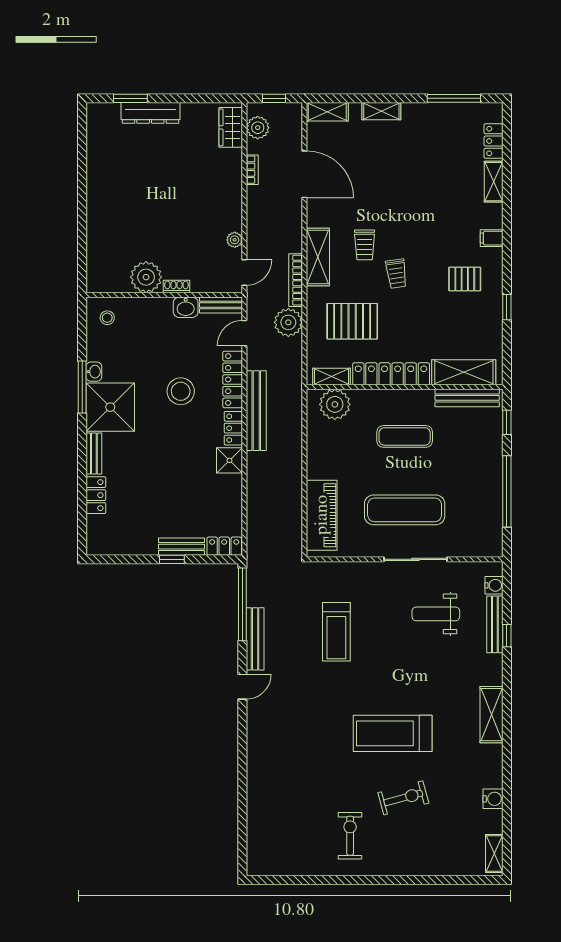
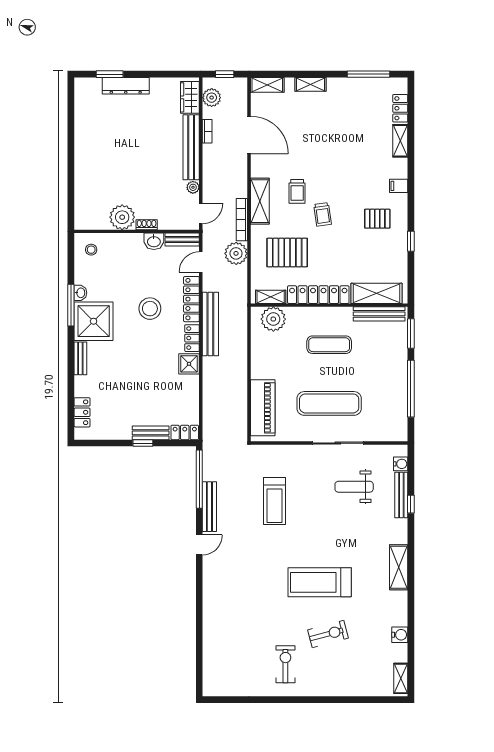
bench: (232, 190) -> (191, 147), added
window: (507, 422) -> (411, 333), width x1.50
locker: (96, 495) -> (82, 412), moved

